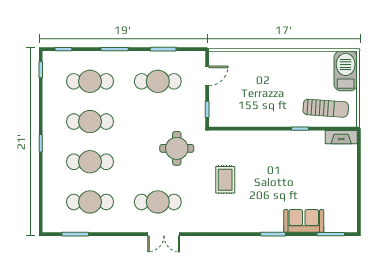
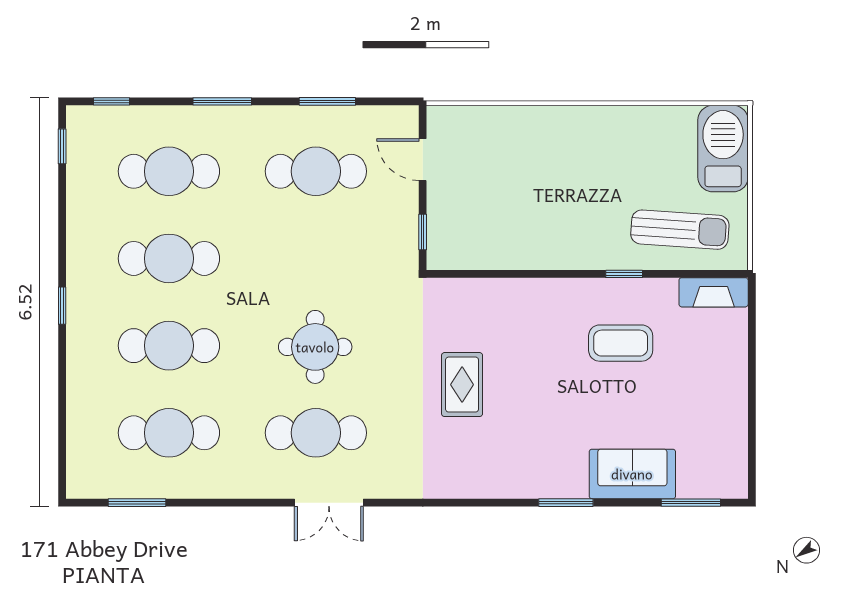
door: (207, 76) -> (423, 160), swing flipped
round table: (177, 148) -> (315, 347), moved
coffee table: (298, 161) -> (621, 343), added

